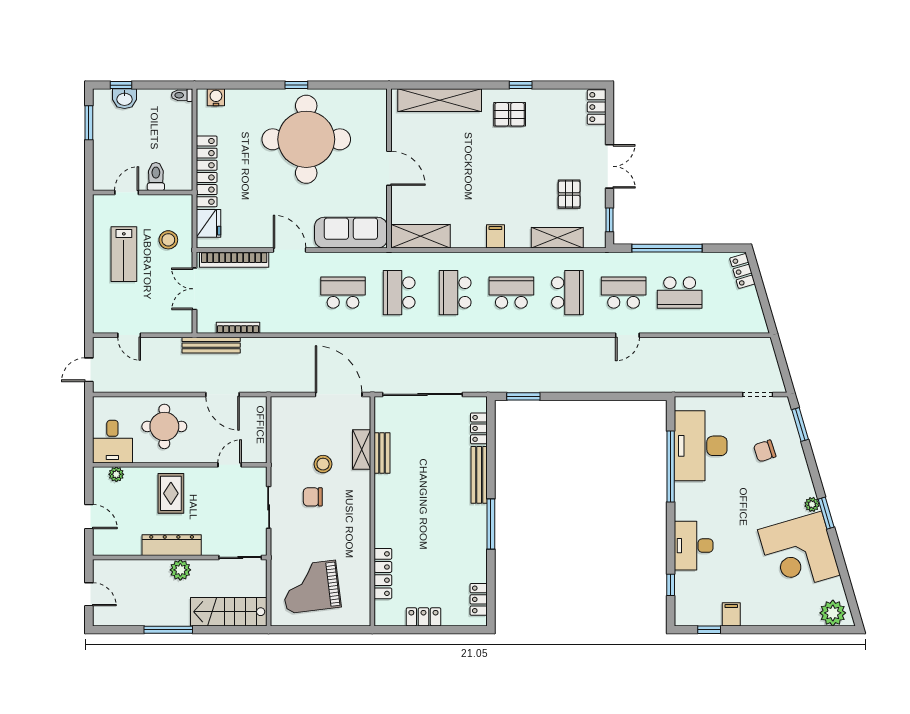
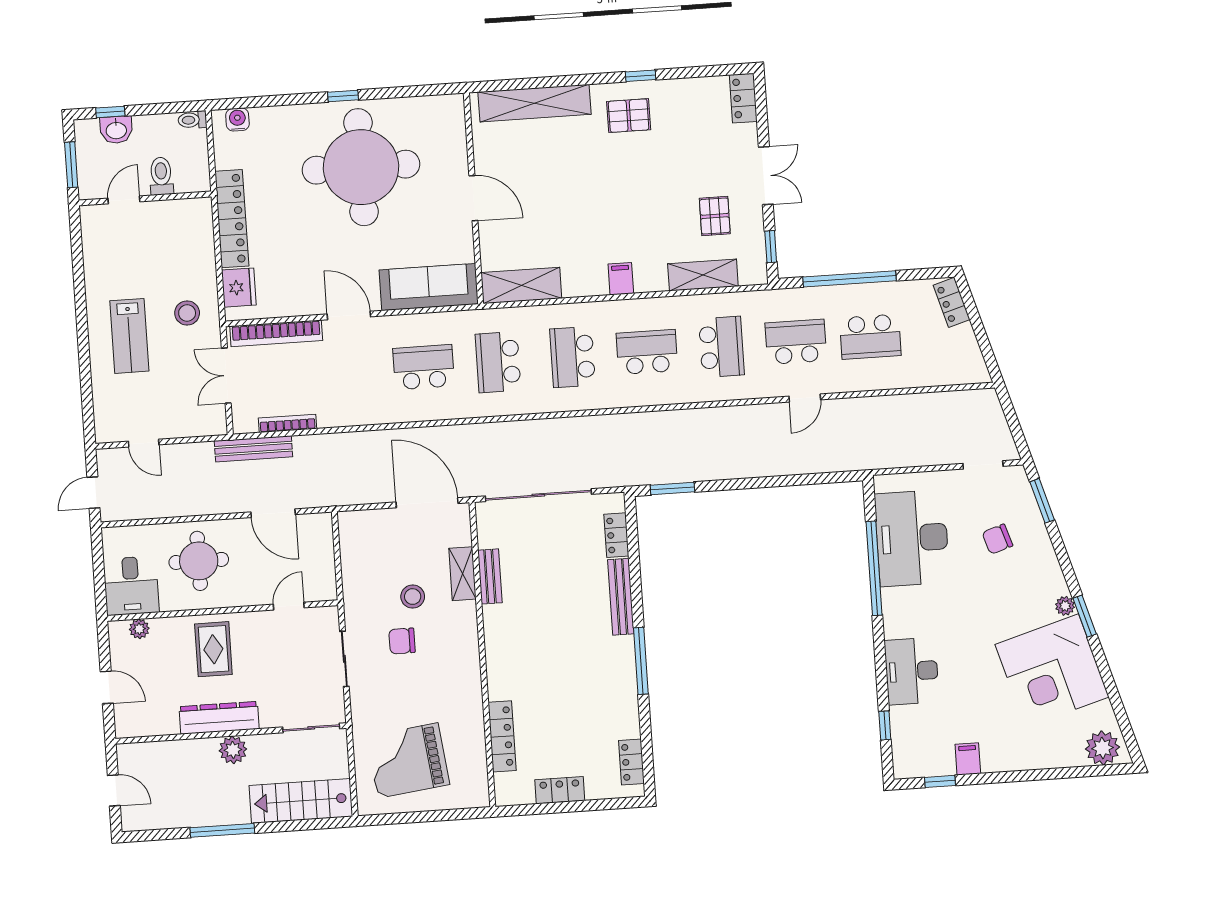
toilet: (156, 177) -> (161, 176), moved
door: (127, 192) -> (124, 200), moved
wall: (143, 192) -> (145, 198), moved

